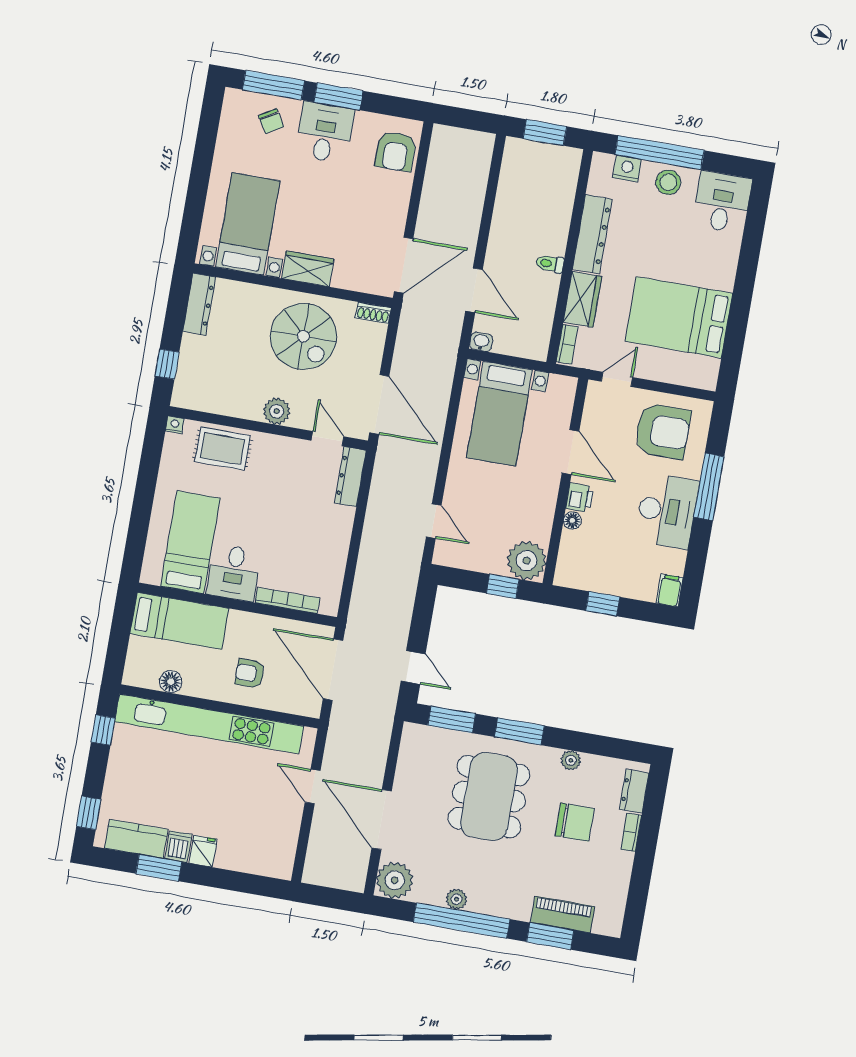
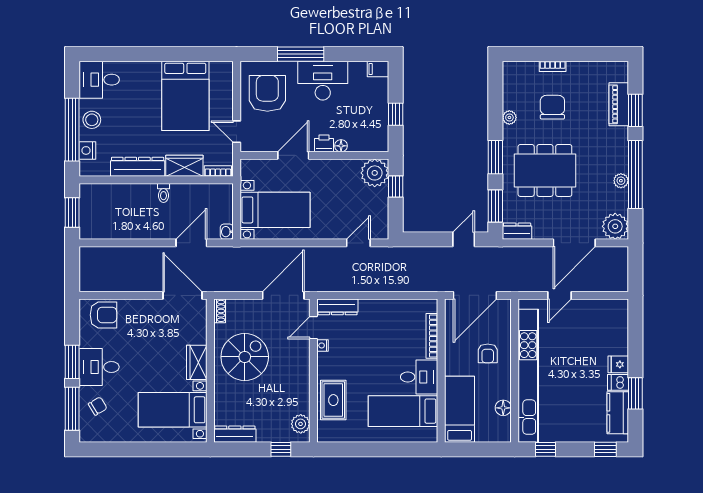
plant: (277, 411) -> (301, 424), moved
nightstand: (175, 425) -> (323, 345), moved
dresser: (634, 791) -> (517, 231), moved, turned 180

